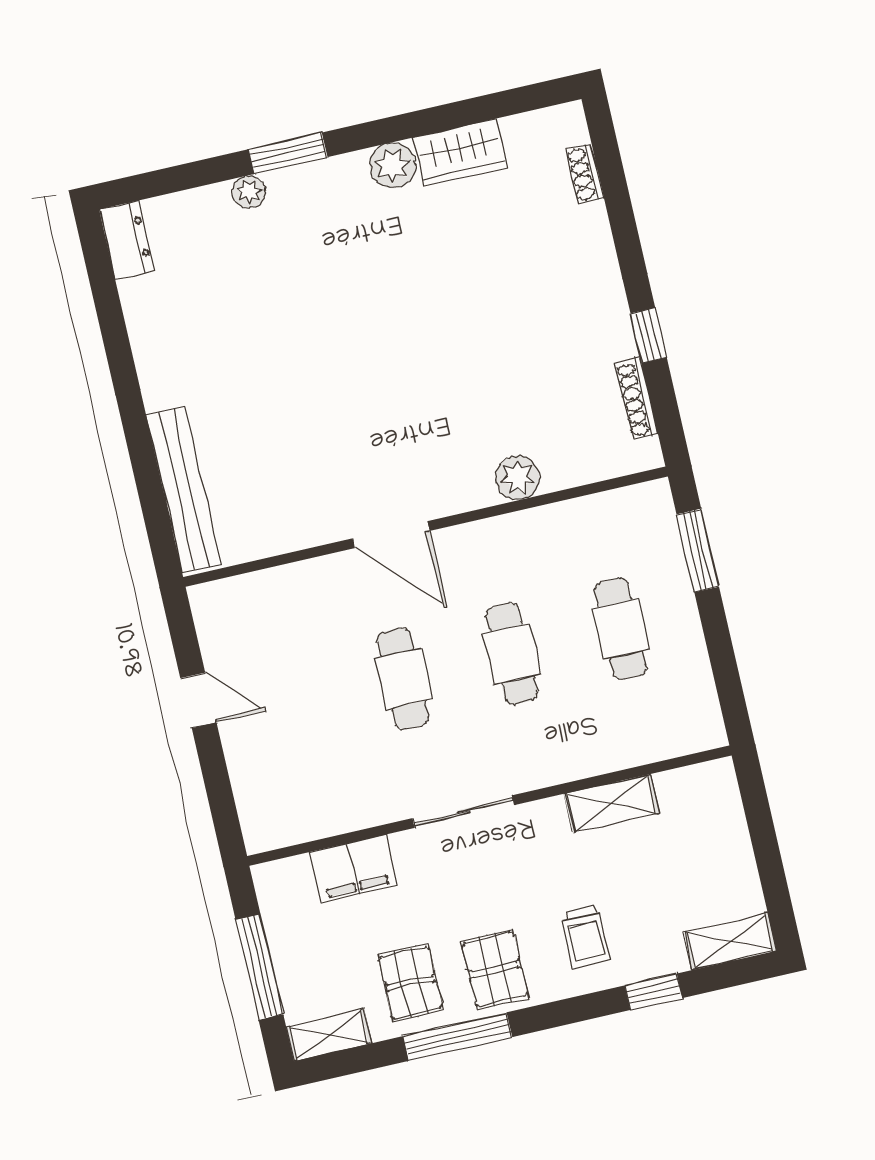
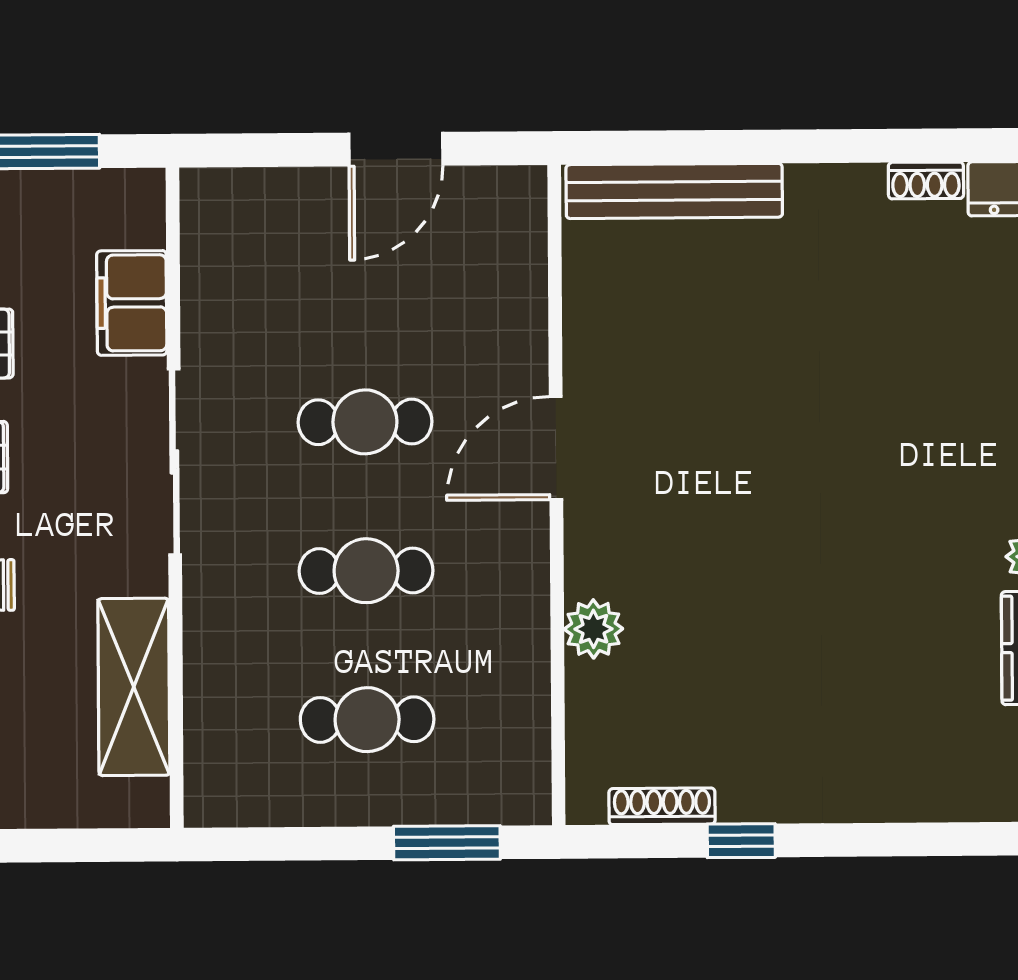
shoe rack: (585, 174) -> (926, 180), moved, turned 180
door: (198, 700) -> (396, 149), width x1.38
shelving: (611, 803) -> (134, 687), width x1.50, depth x1.33
sliding door: (463, 812) -> (174, 462), width x1.37

